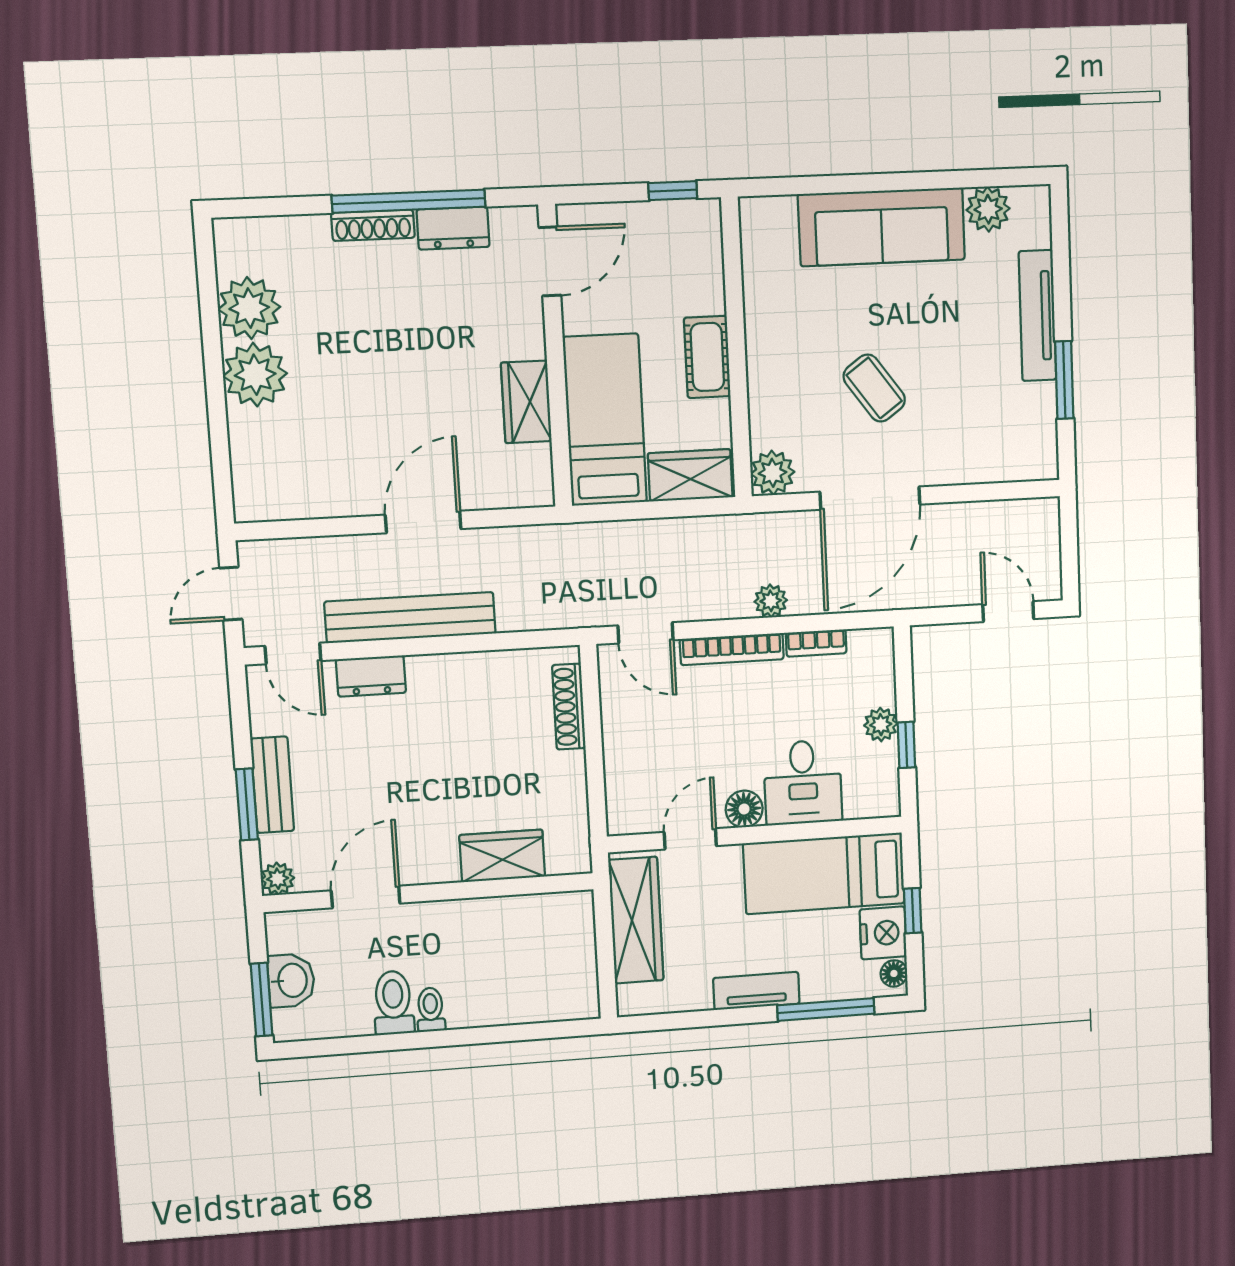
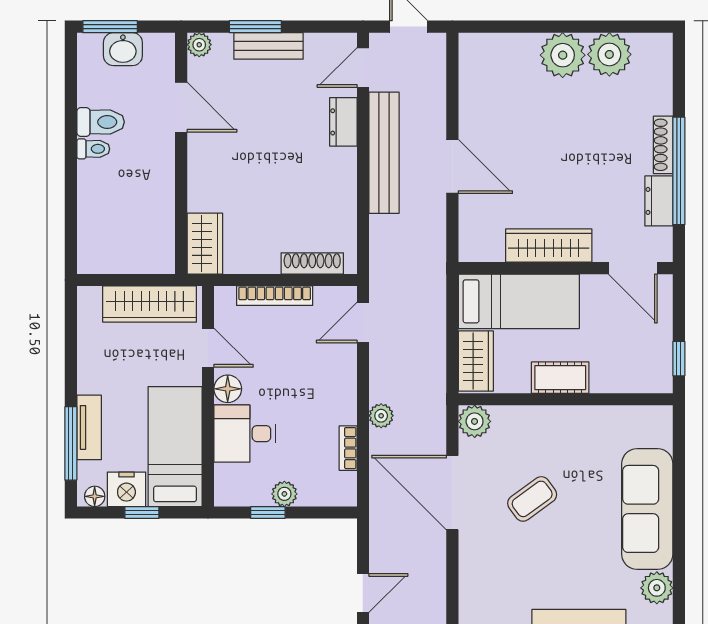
wardrobe: (526, 402) -> (549, 245), width x1.50
bookcase: (732, 649) -> (275, 296), moved, turned -90
wardrobe: (502, 856) -> (205, 244), moved
tv unit: (756, 991) -> (89, 427), moved

